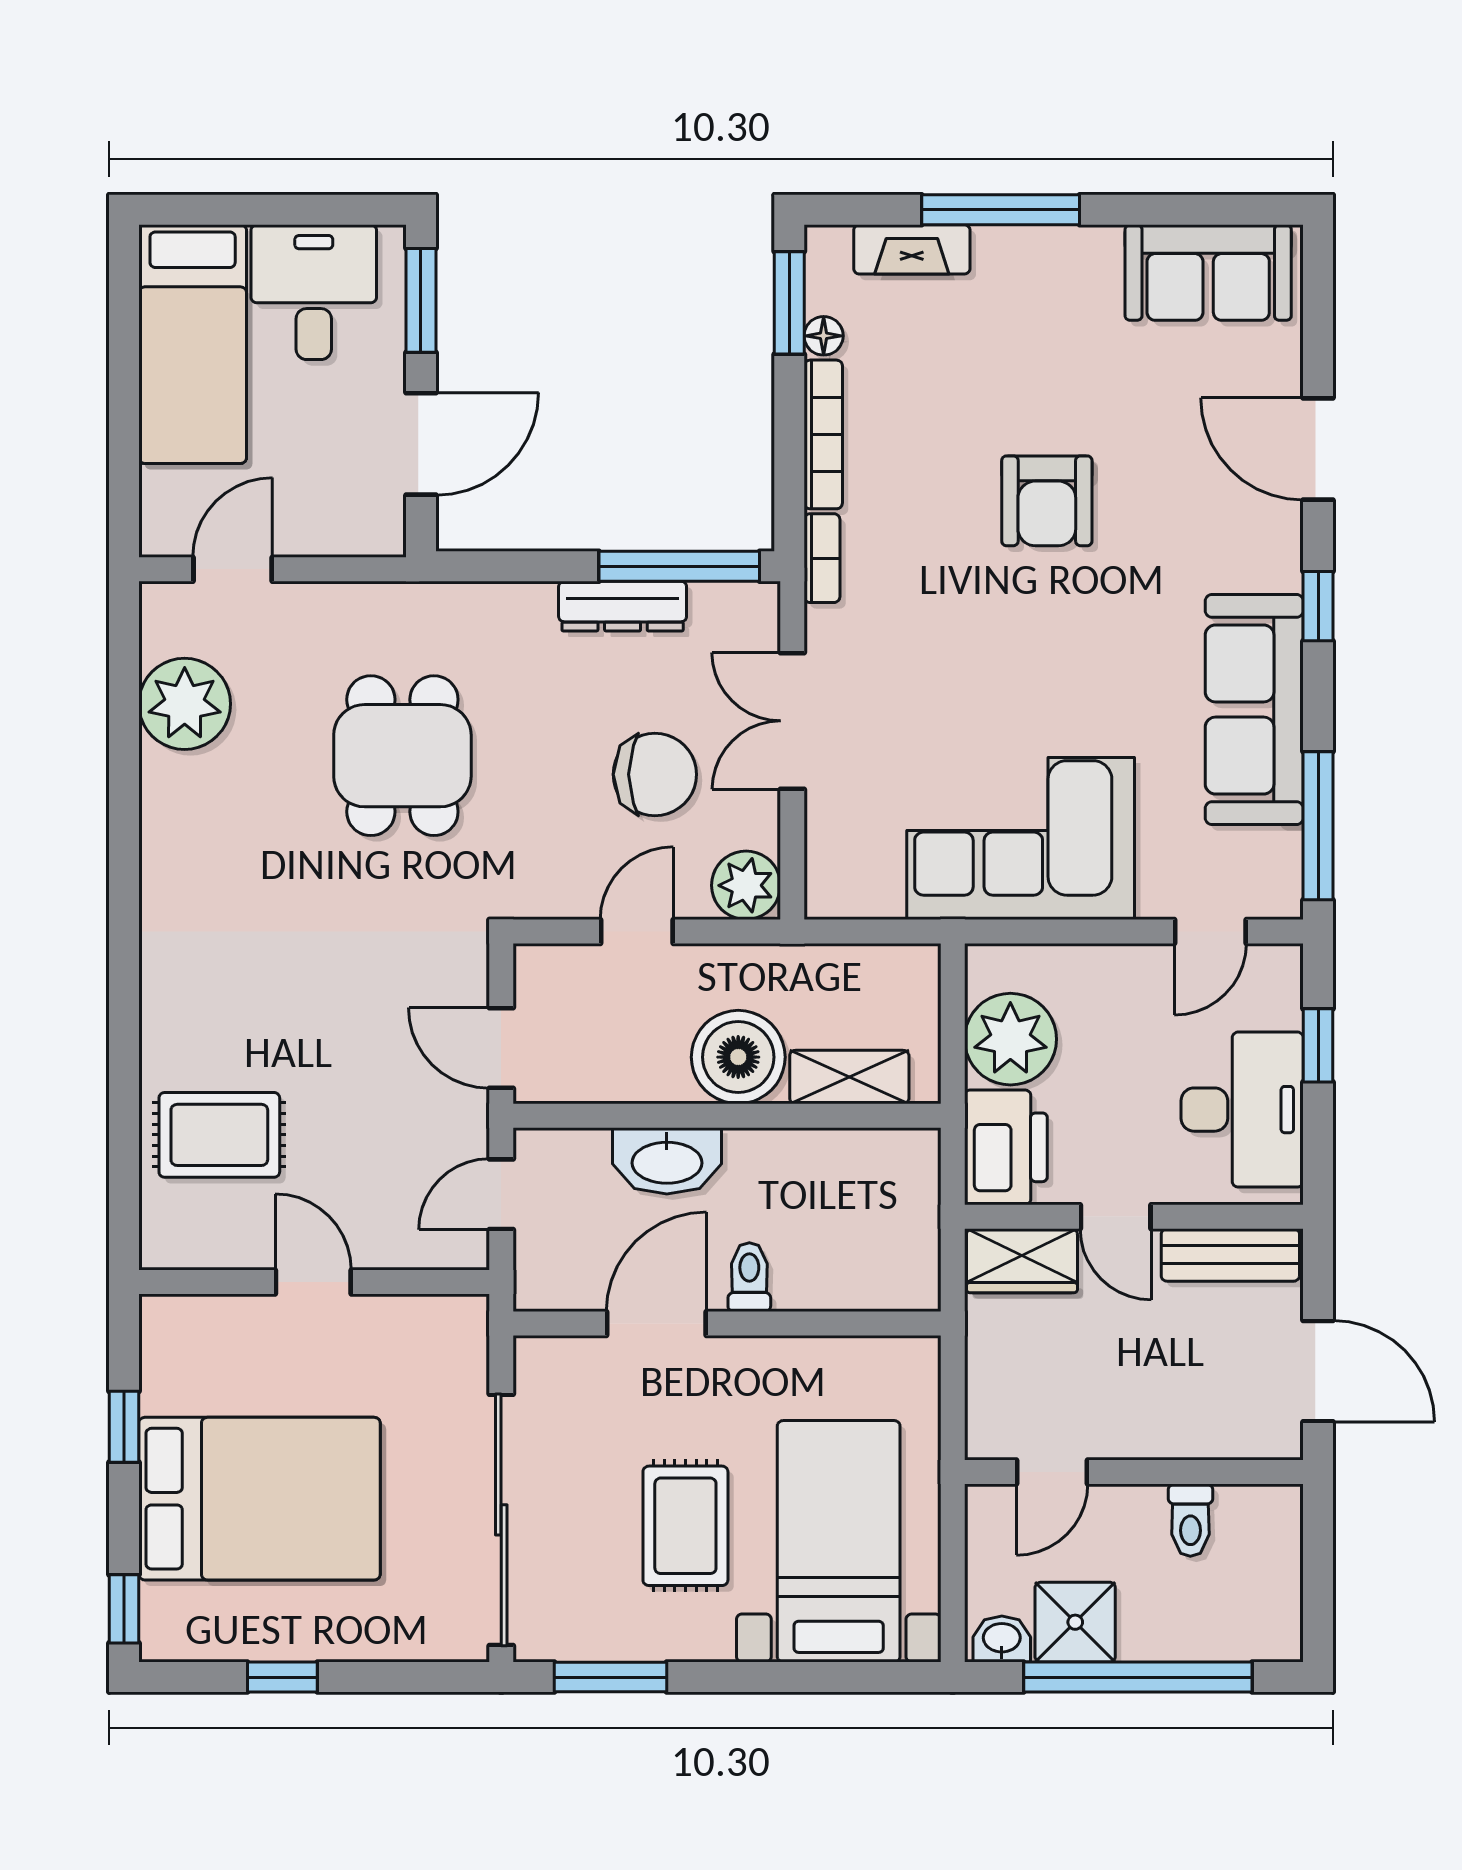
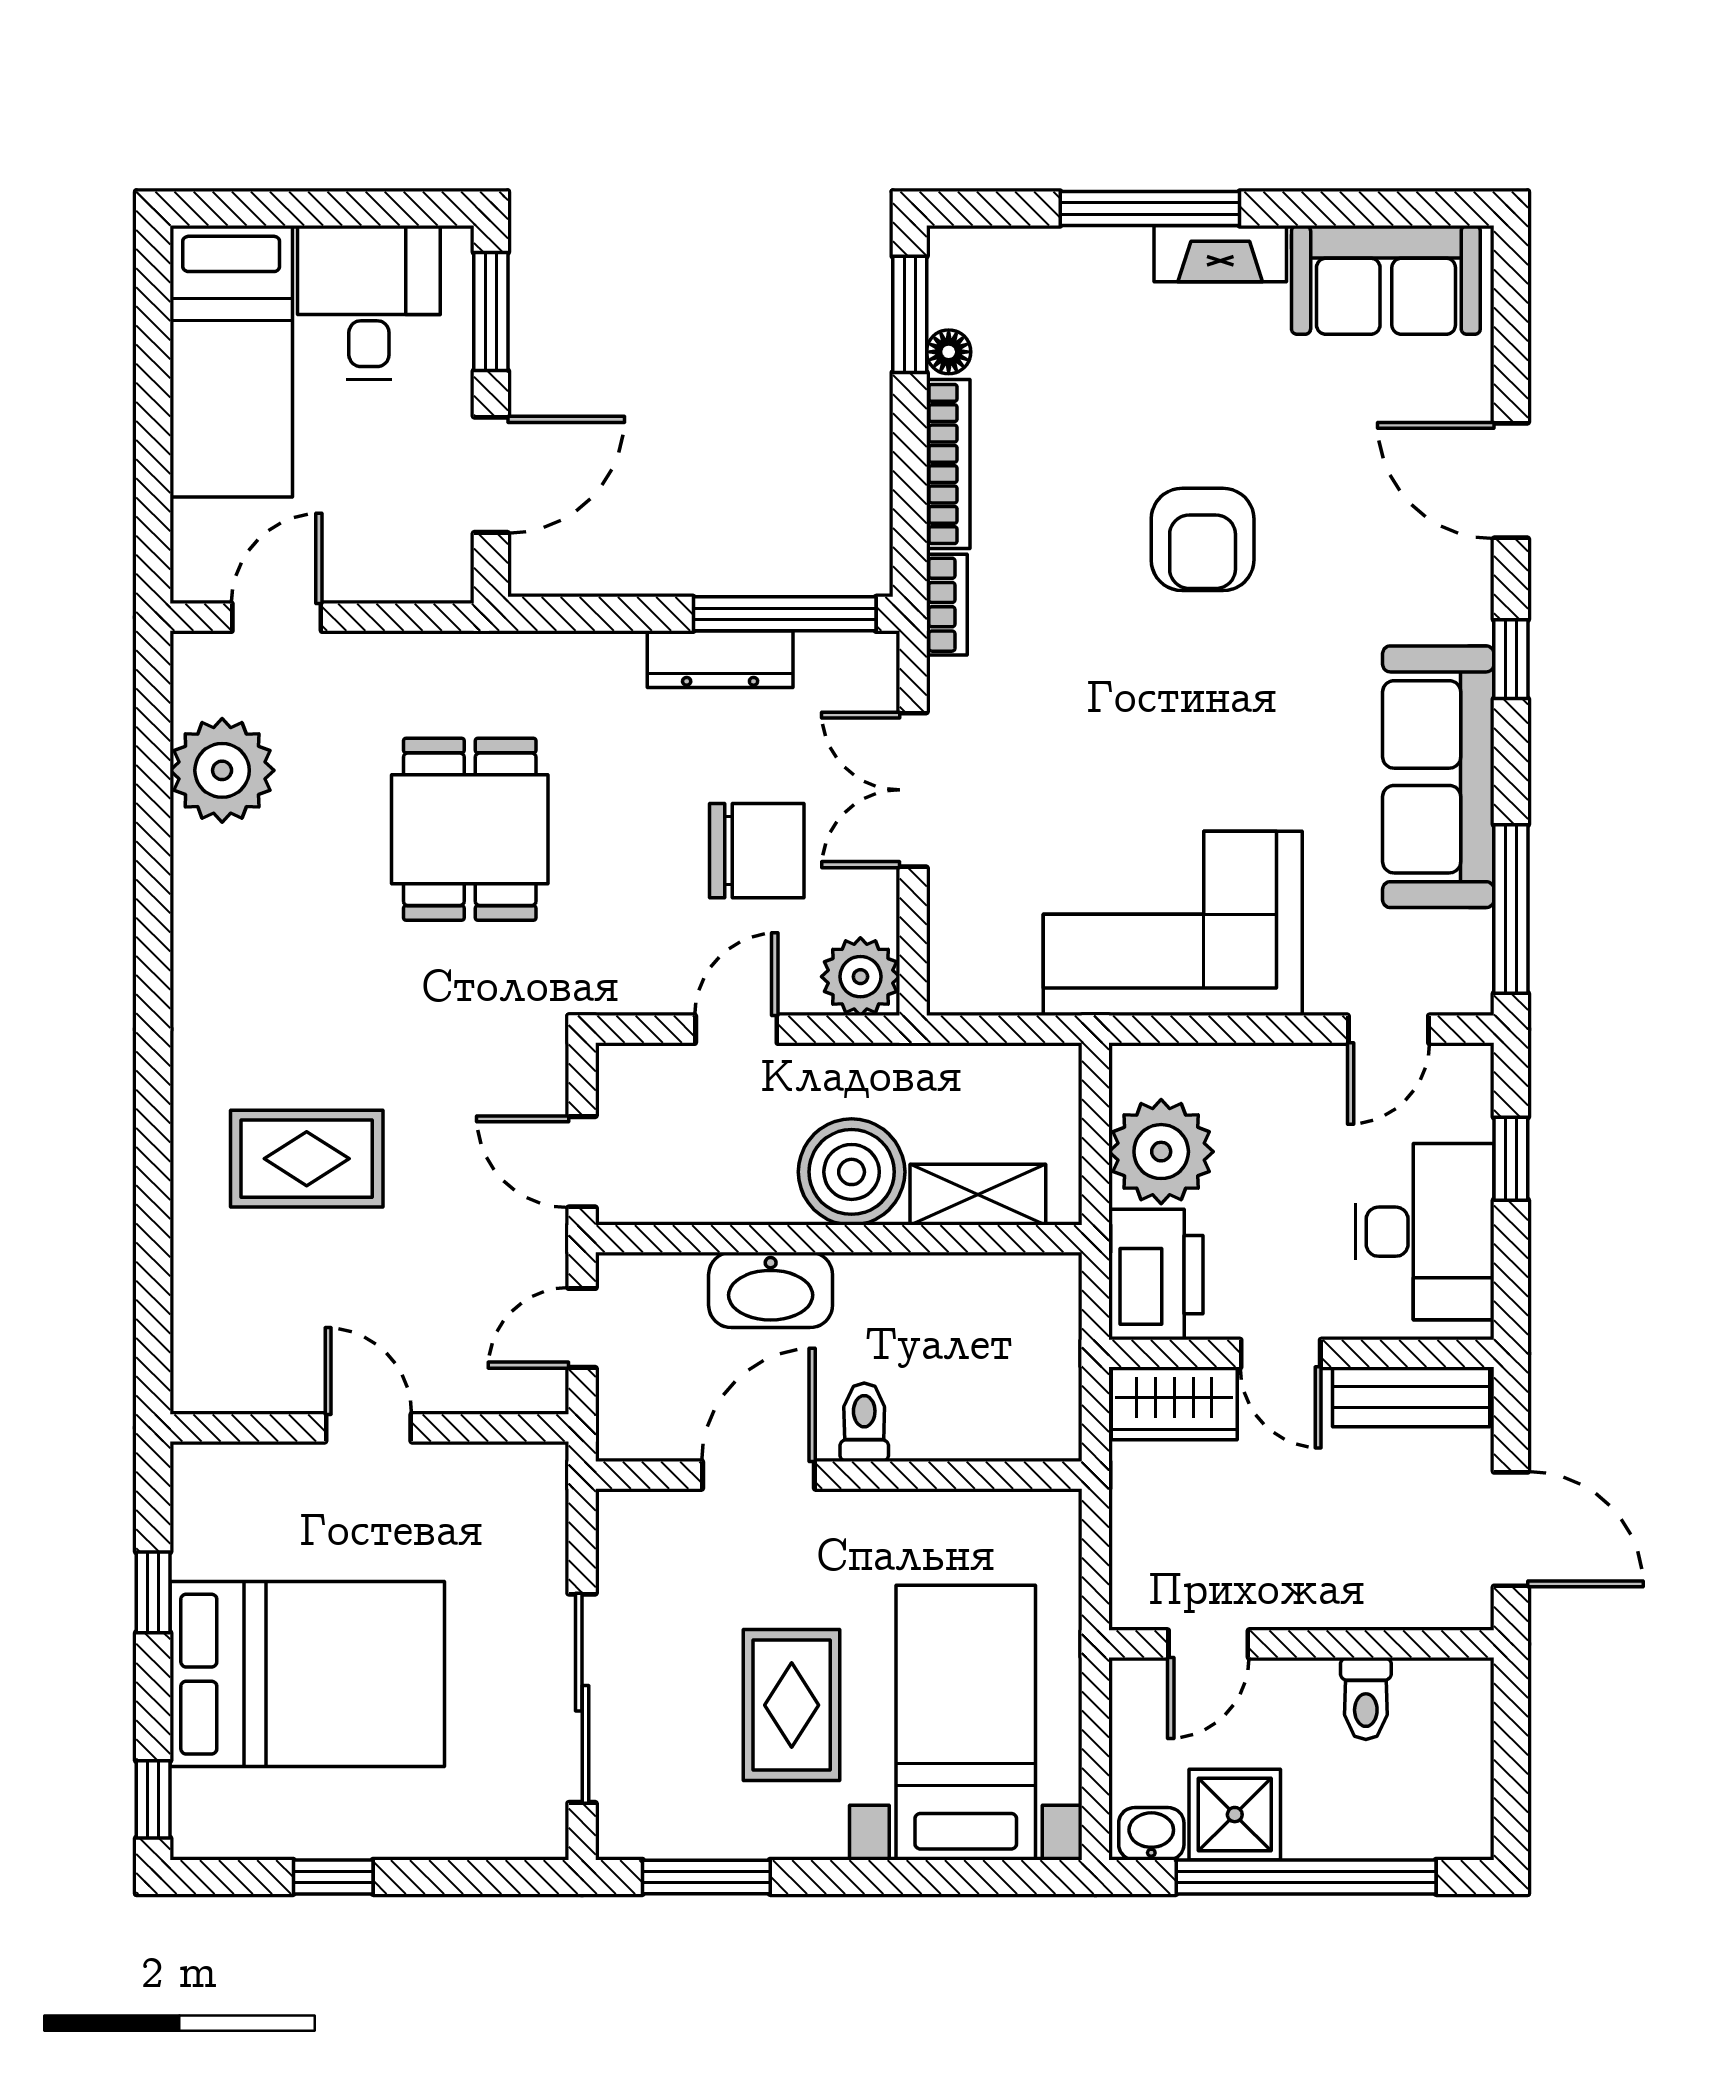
fireplace: (912, 249) -> (1220, 254), moved
rug: (219, 1135) -> (307, 1159), moved
sliding door: (501, 1520) -> (582, 1698), width x0.73

